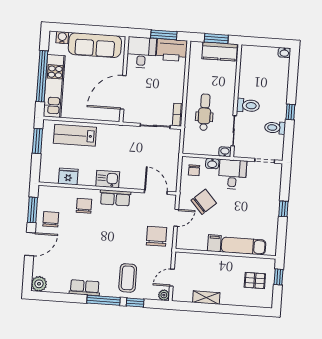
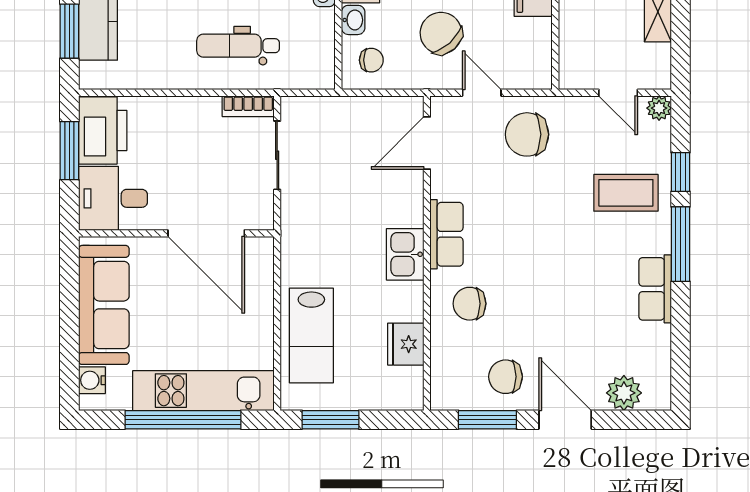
plant: (39, 284) -> (624, 393), moved

